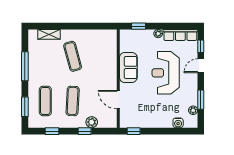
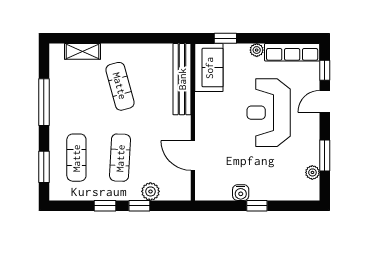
bench: (111, 52) -> (182, 79), added
sofa: (128, 67) -> (209, 68), moved
water cooler: (178, 123) -> (241, 193), moved
window: (52, 131) -> (105, 206), moved
window: (134, 131) -> (257, 206), moved

